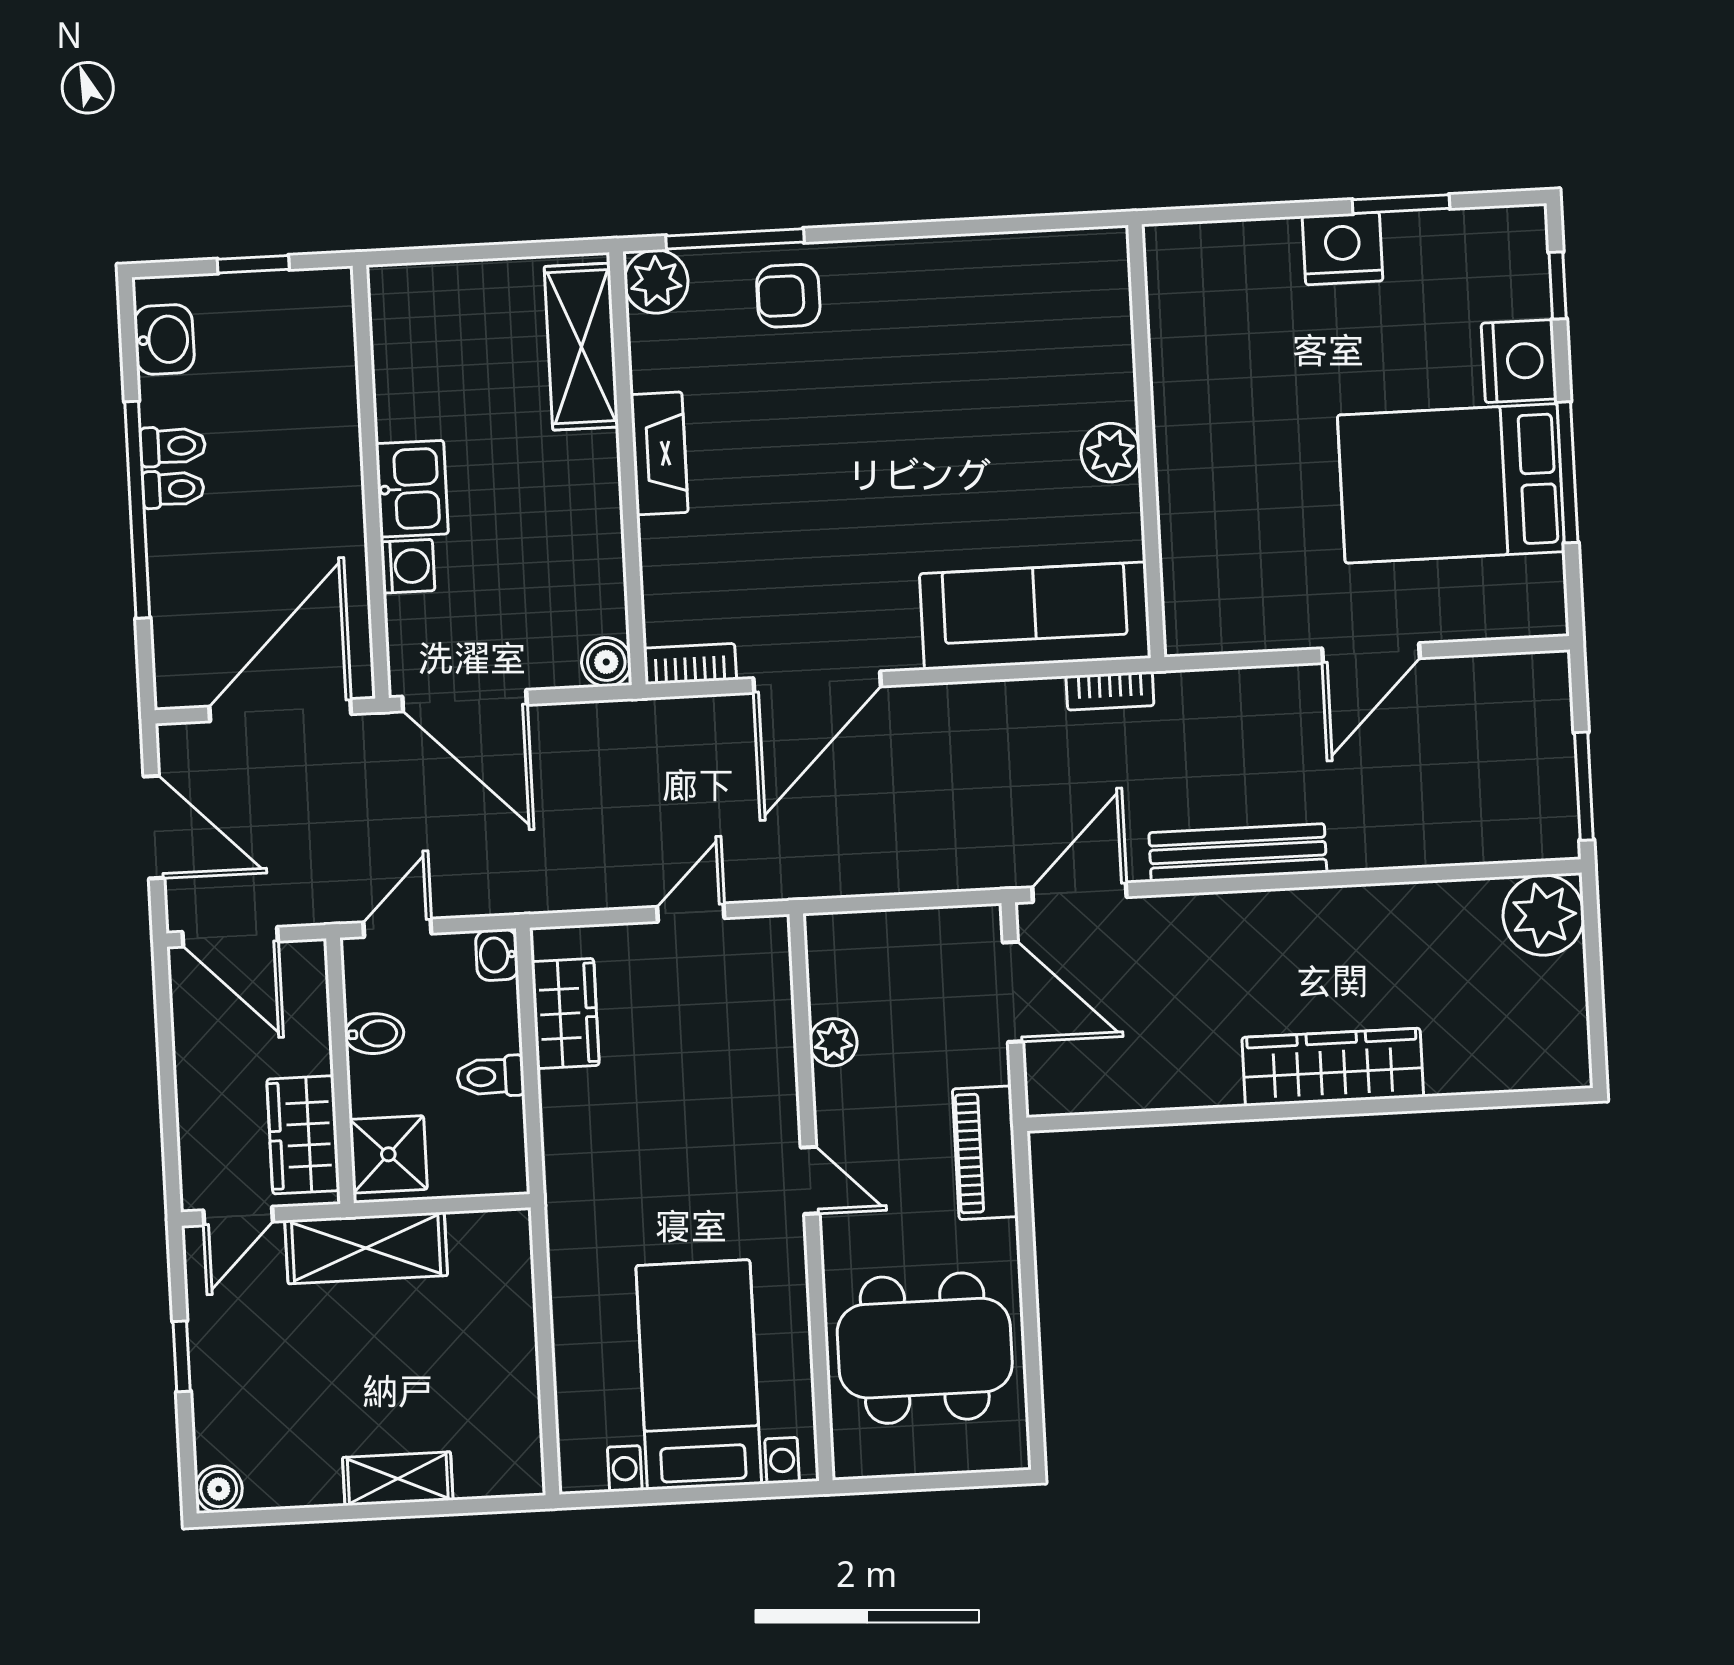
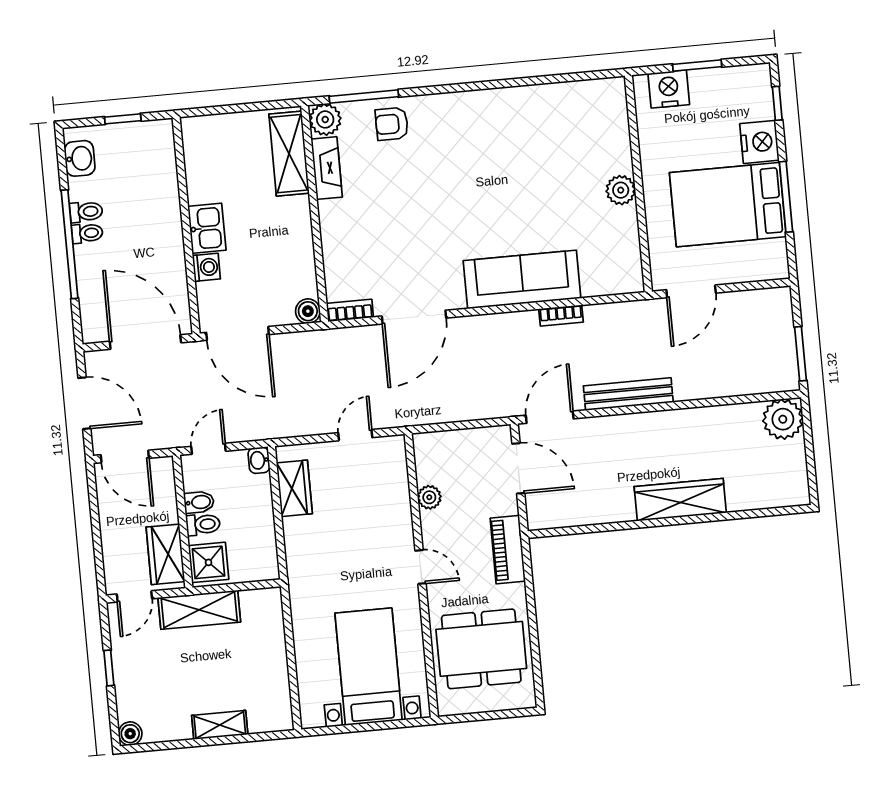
wall: (1146, 441) -> (638, 184), moved
fireplace: (659, 453) -> (327, 168), moved
plant: (1111, 453) -> (621, 190), moved
door: (280, 710) -> (145, 342), hinge flipped
toilet: (491, 1076) -> (203, 524), moved, turned 180

